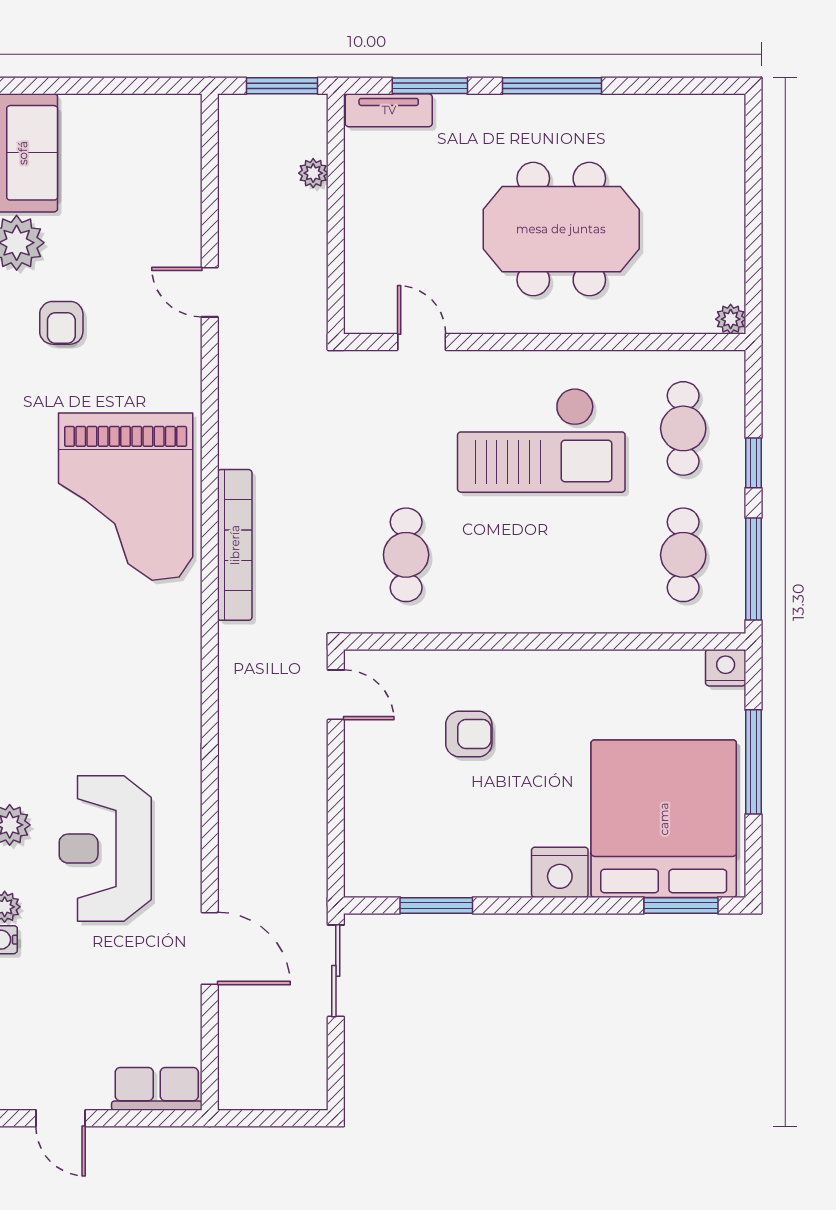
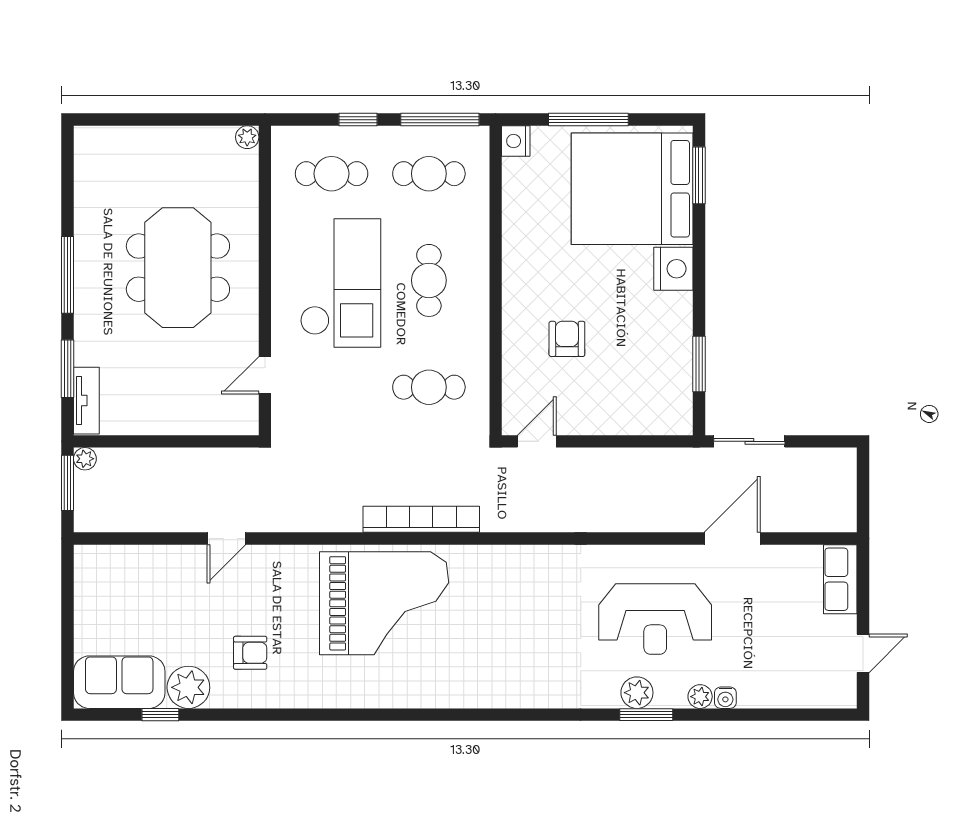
plant: (313, 173) -> (85, 459), moved
cafe table: (545, 555) -> (429, 280), added

